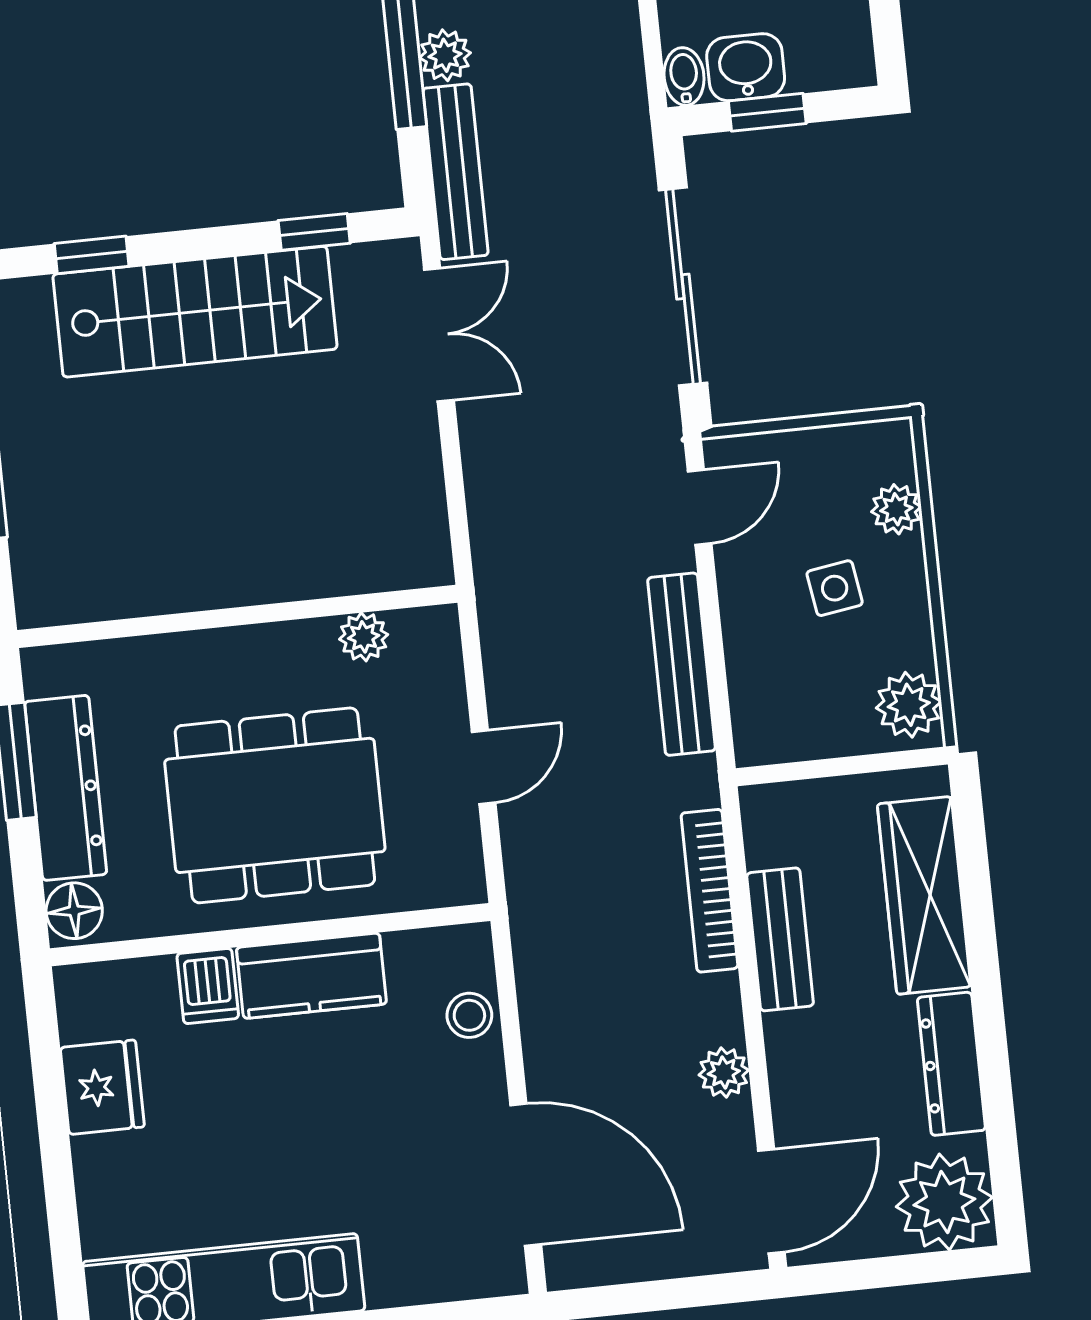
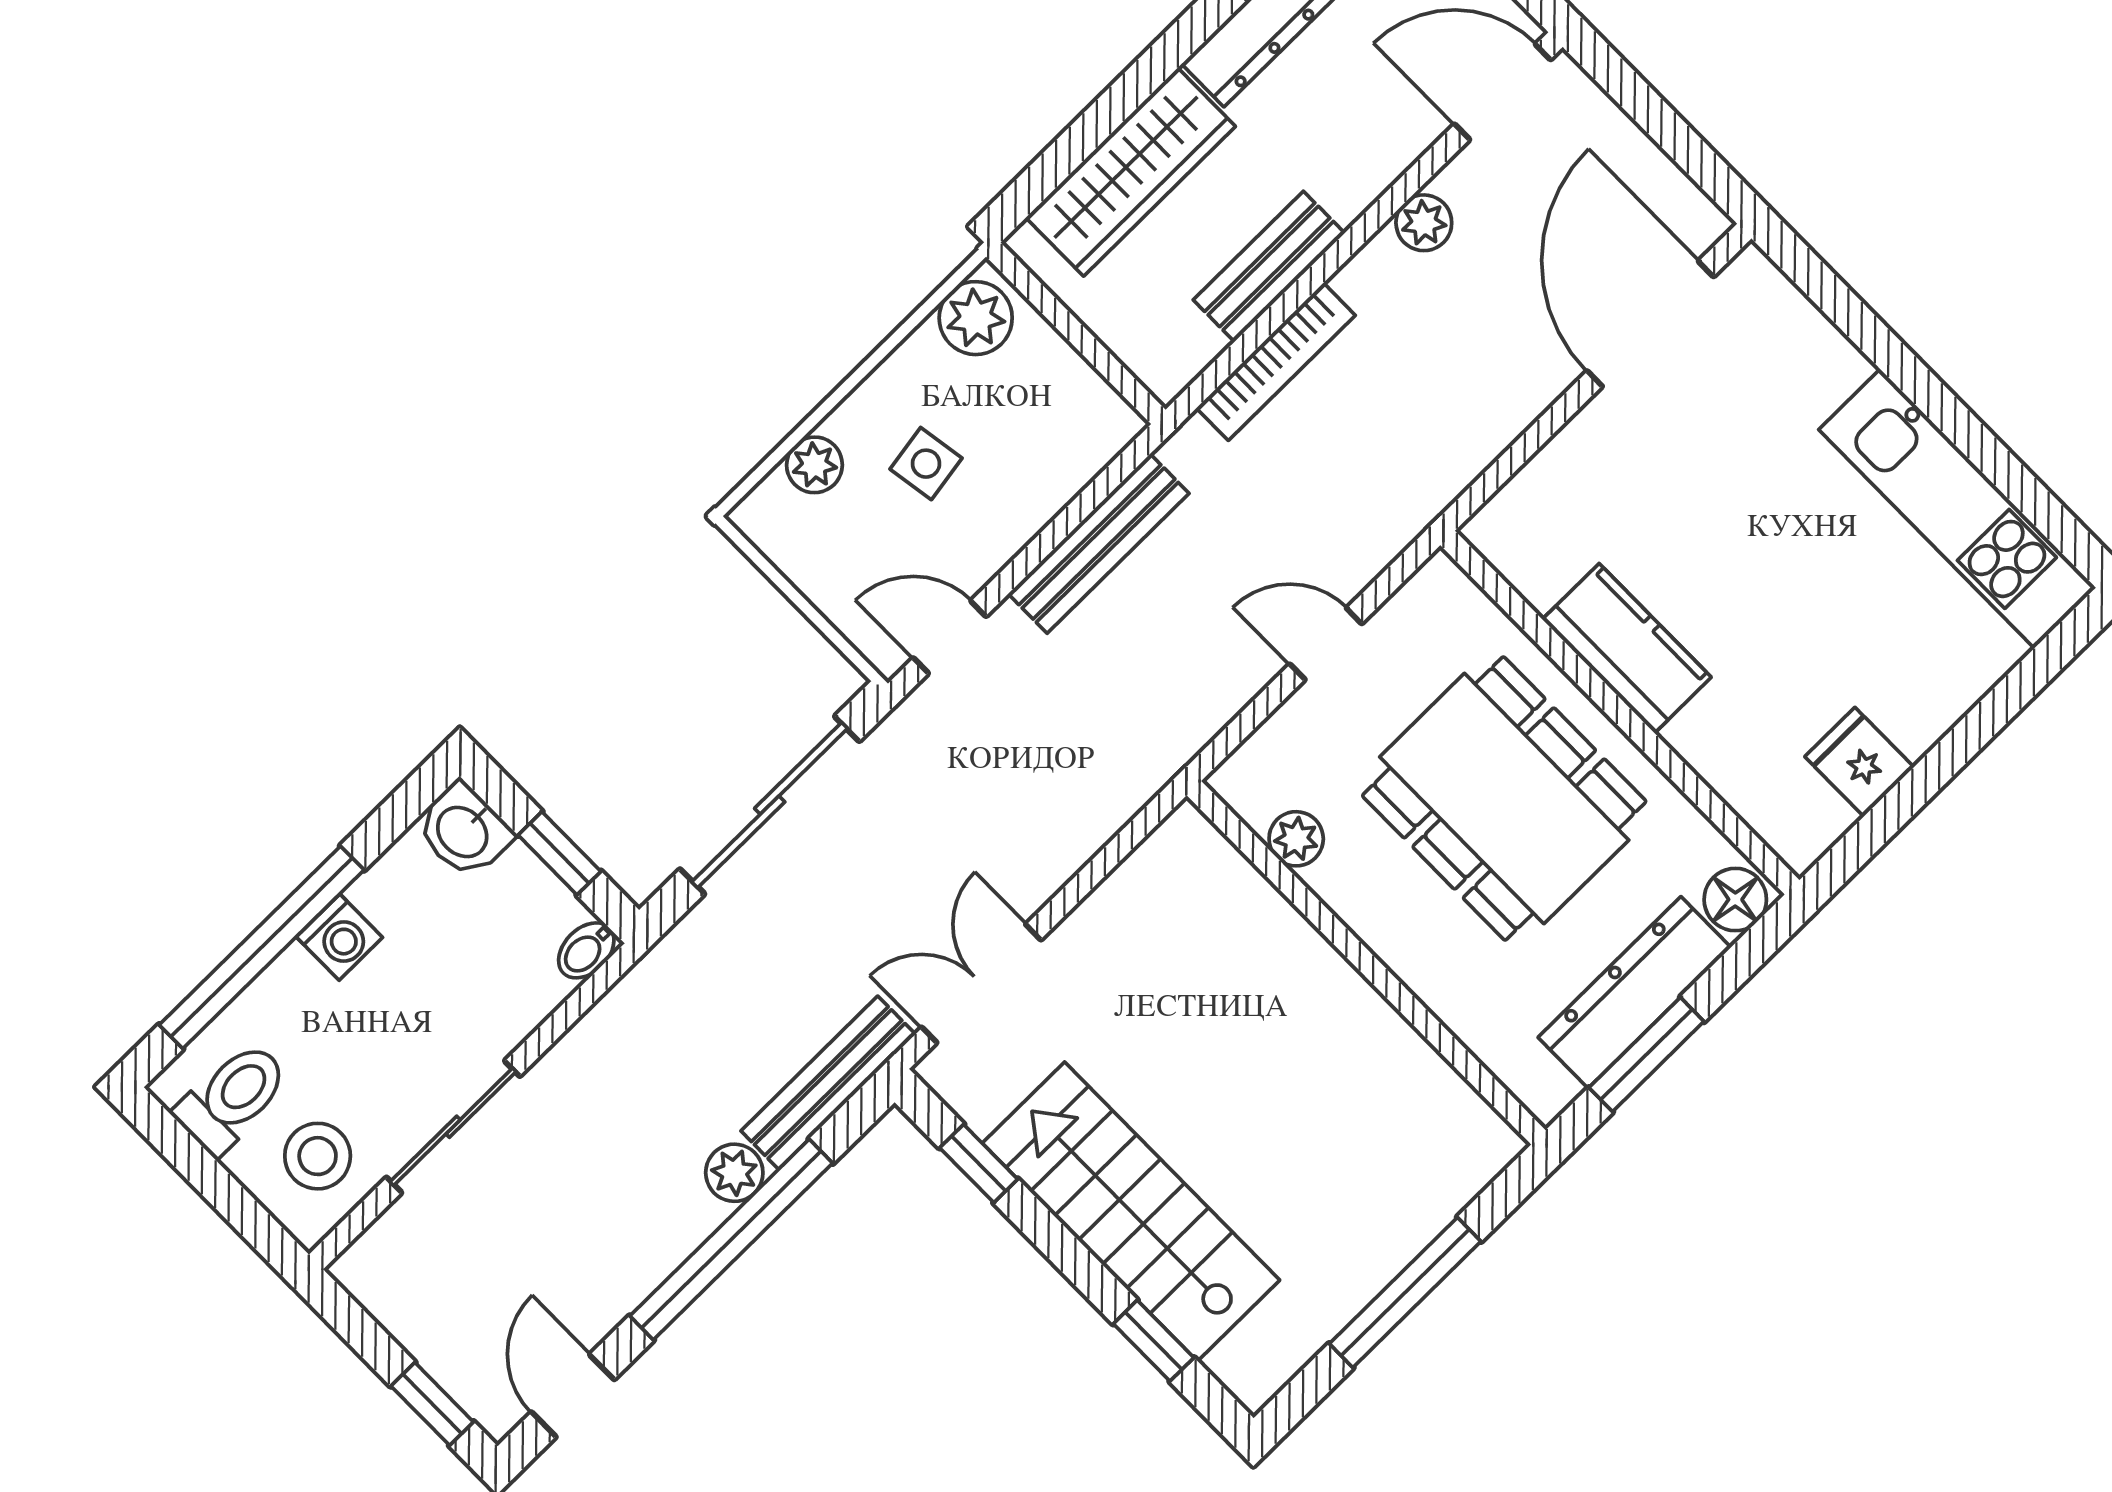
washbasin: (746, 67) -> (464, 831), moved
dishwasher: (208, 986) -> (1708, 731), removed
stool: (469, 1015) -> (1551, 484), removed
fridge: (102, 1087) -> (1859, 762), width x0.72

